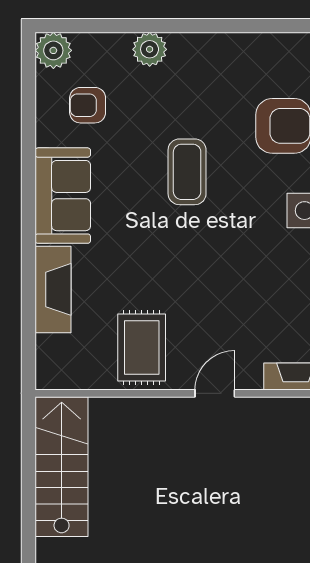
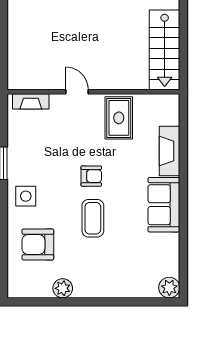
plant: (150, 49) -> (63, 288), moved
armchair: (88, 105) -> (91, 176), moved
door: (215, 393) -> (77, 92), swing flipped

